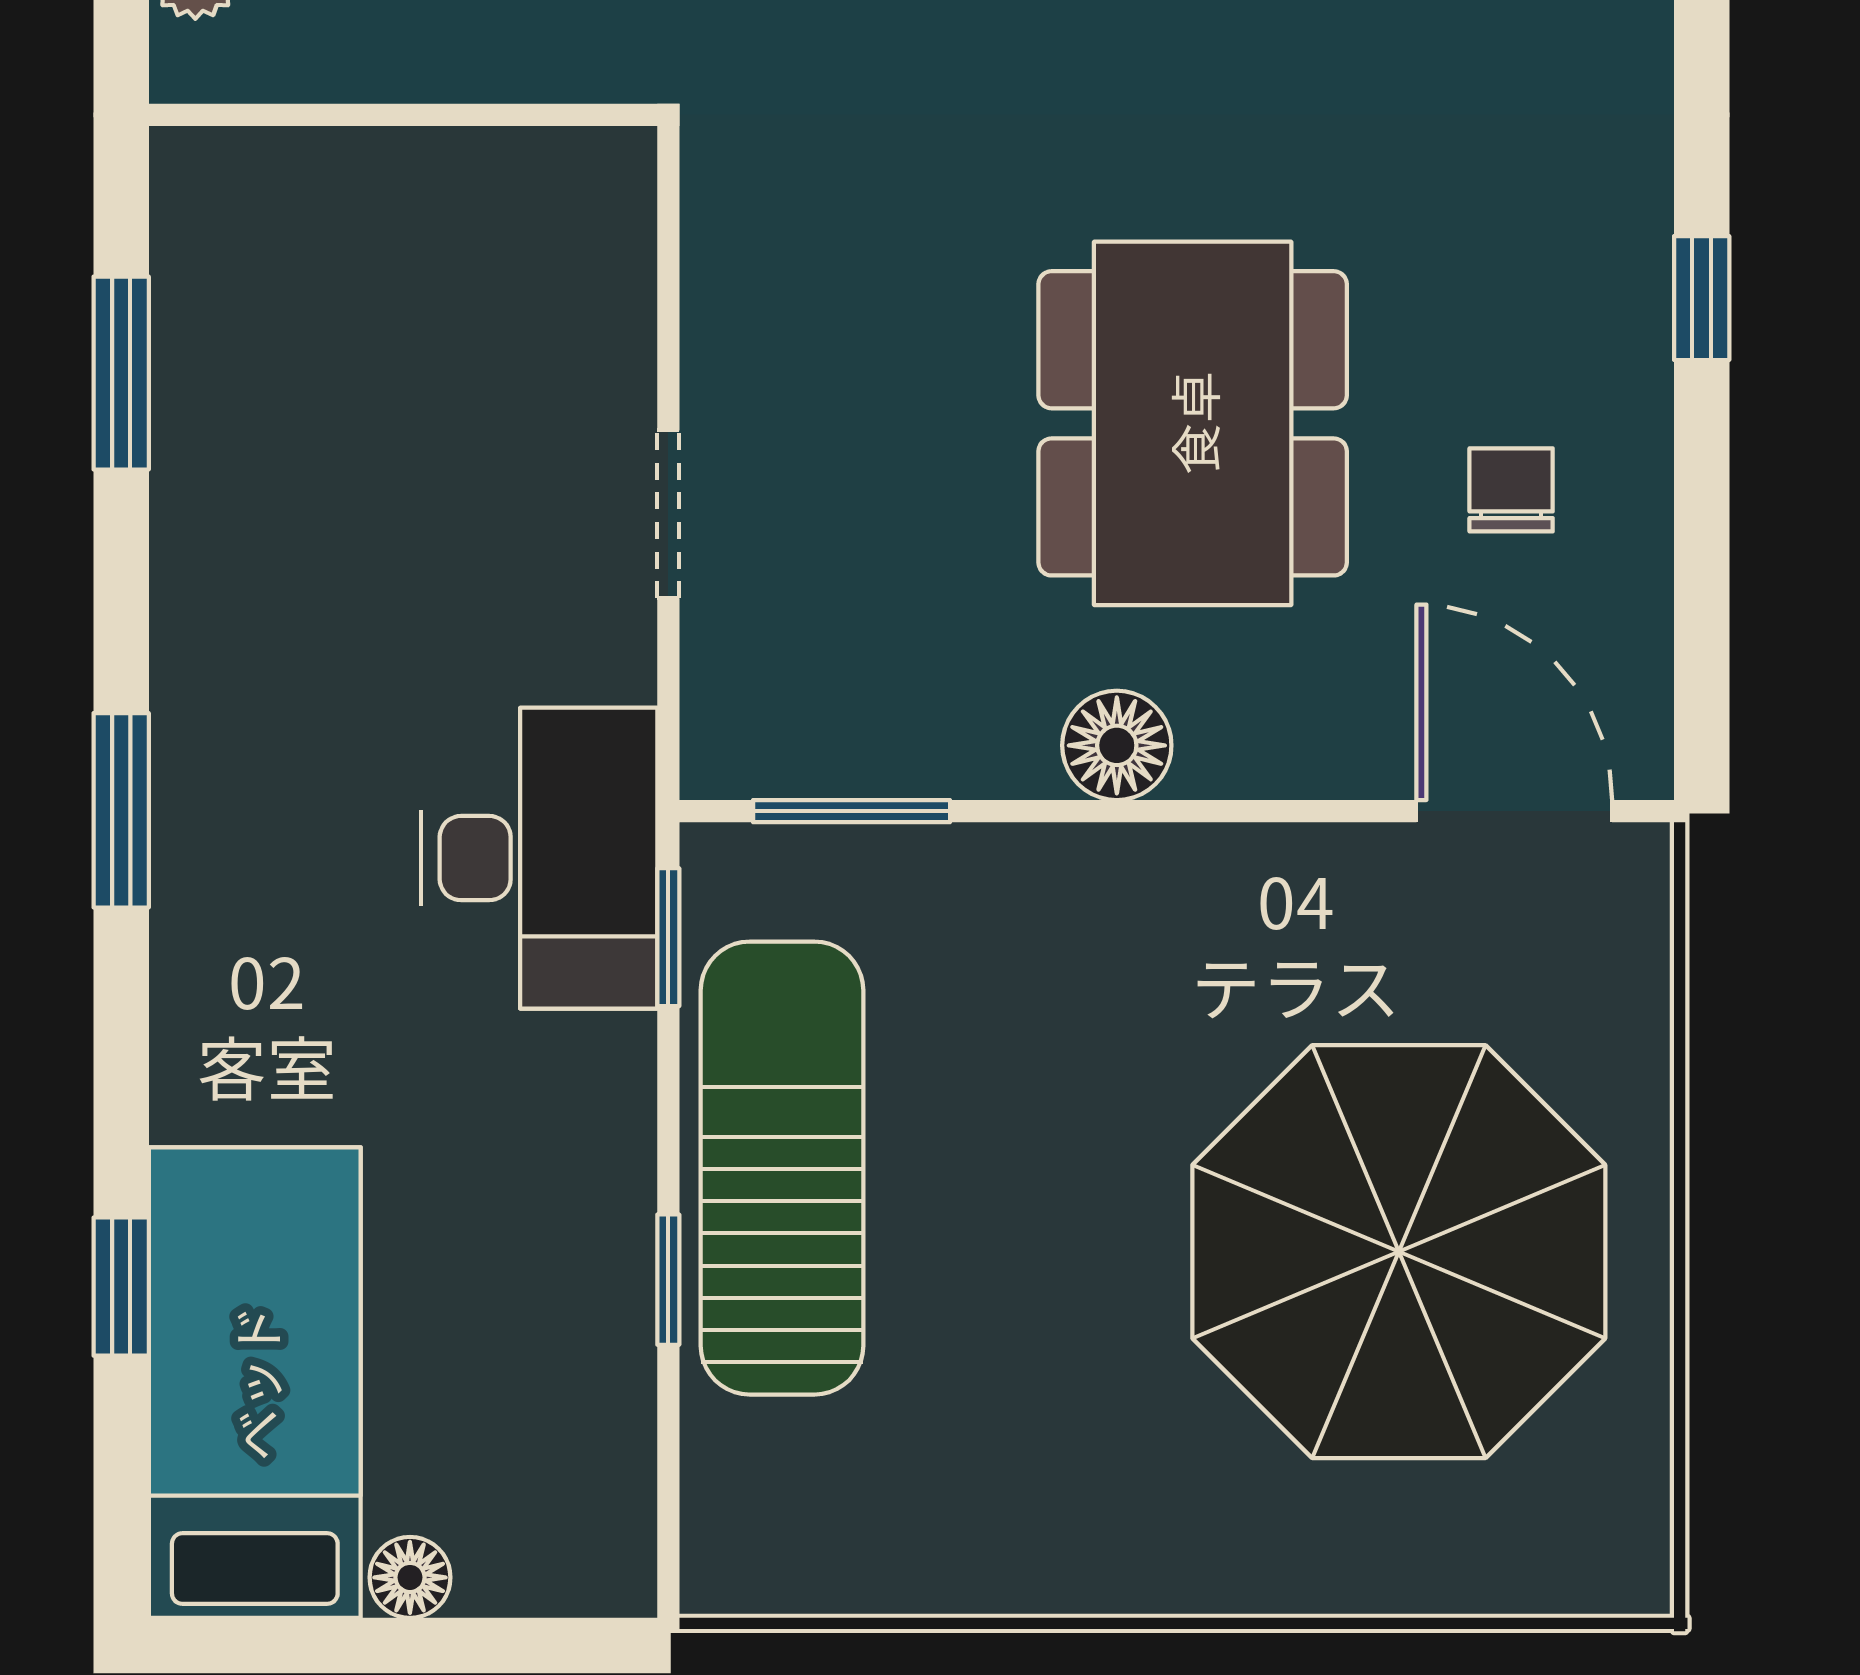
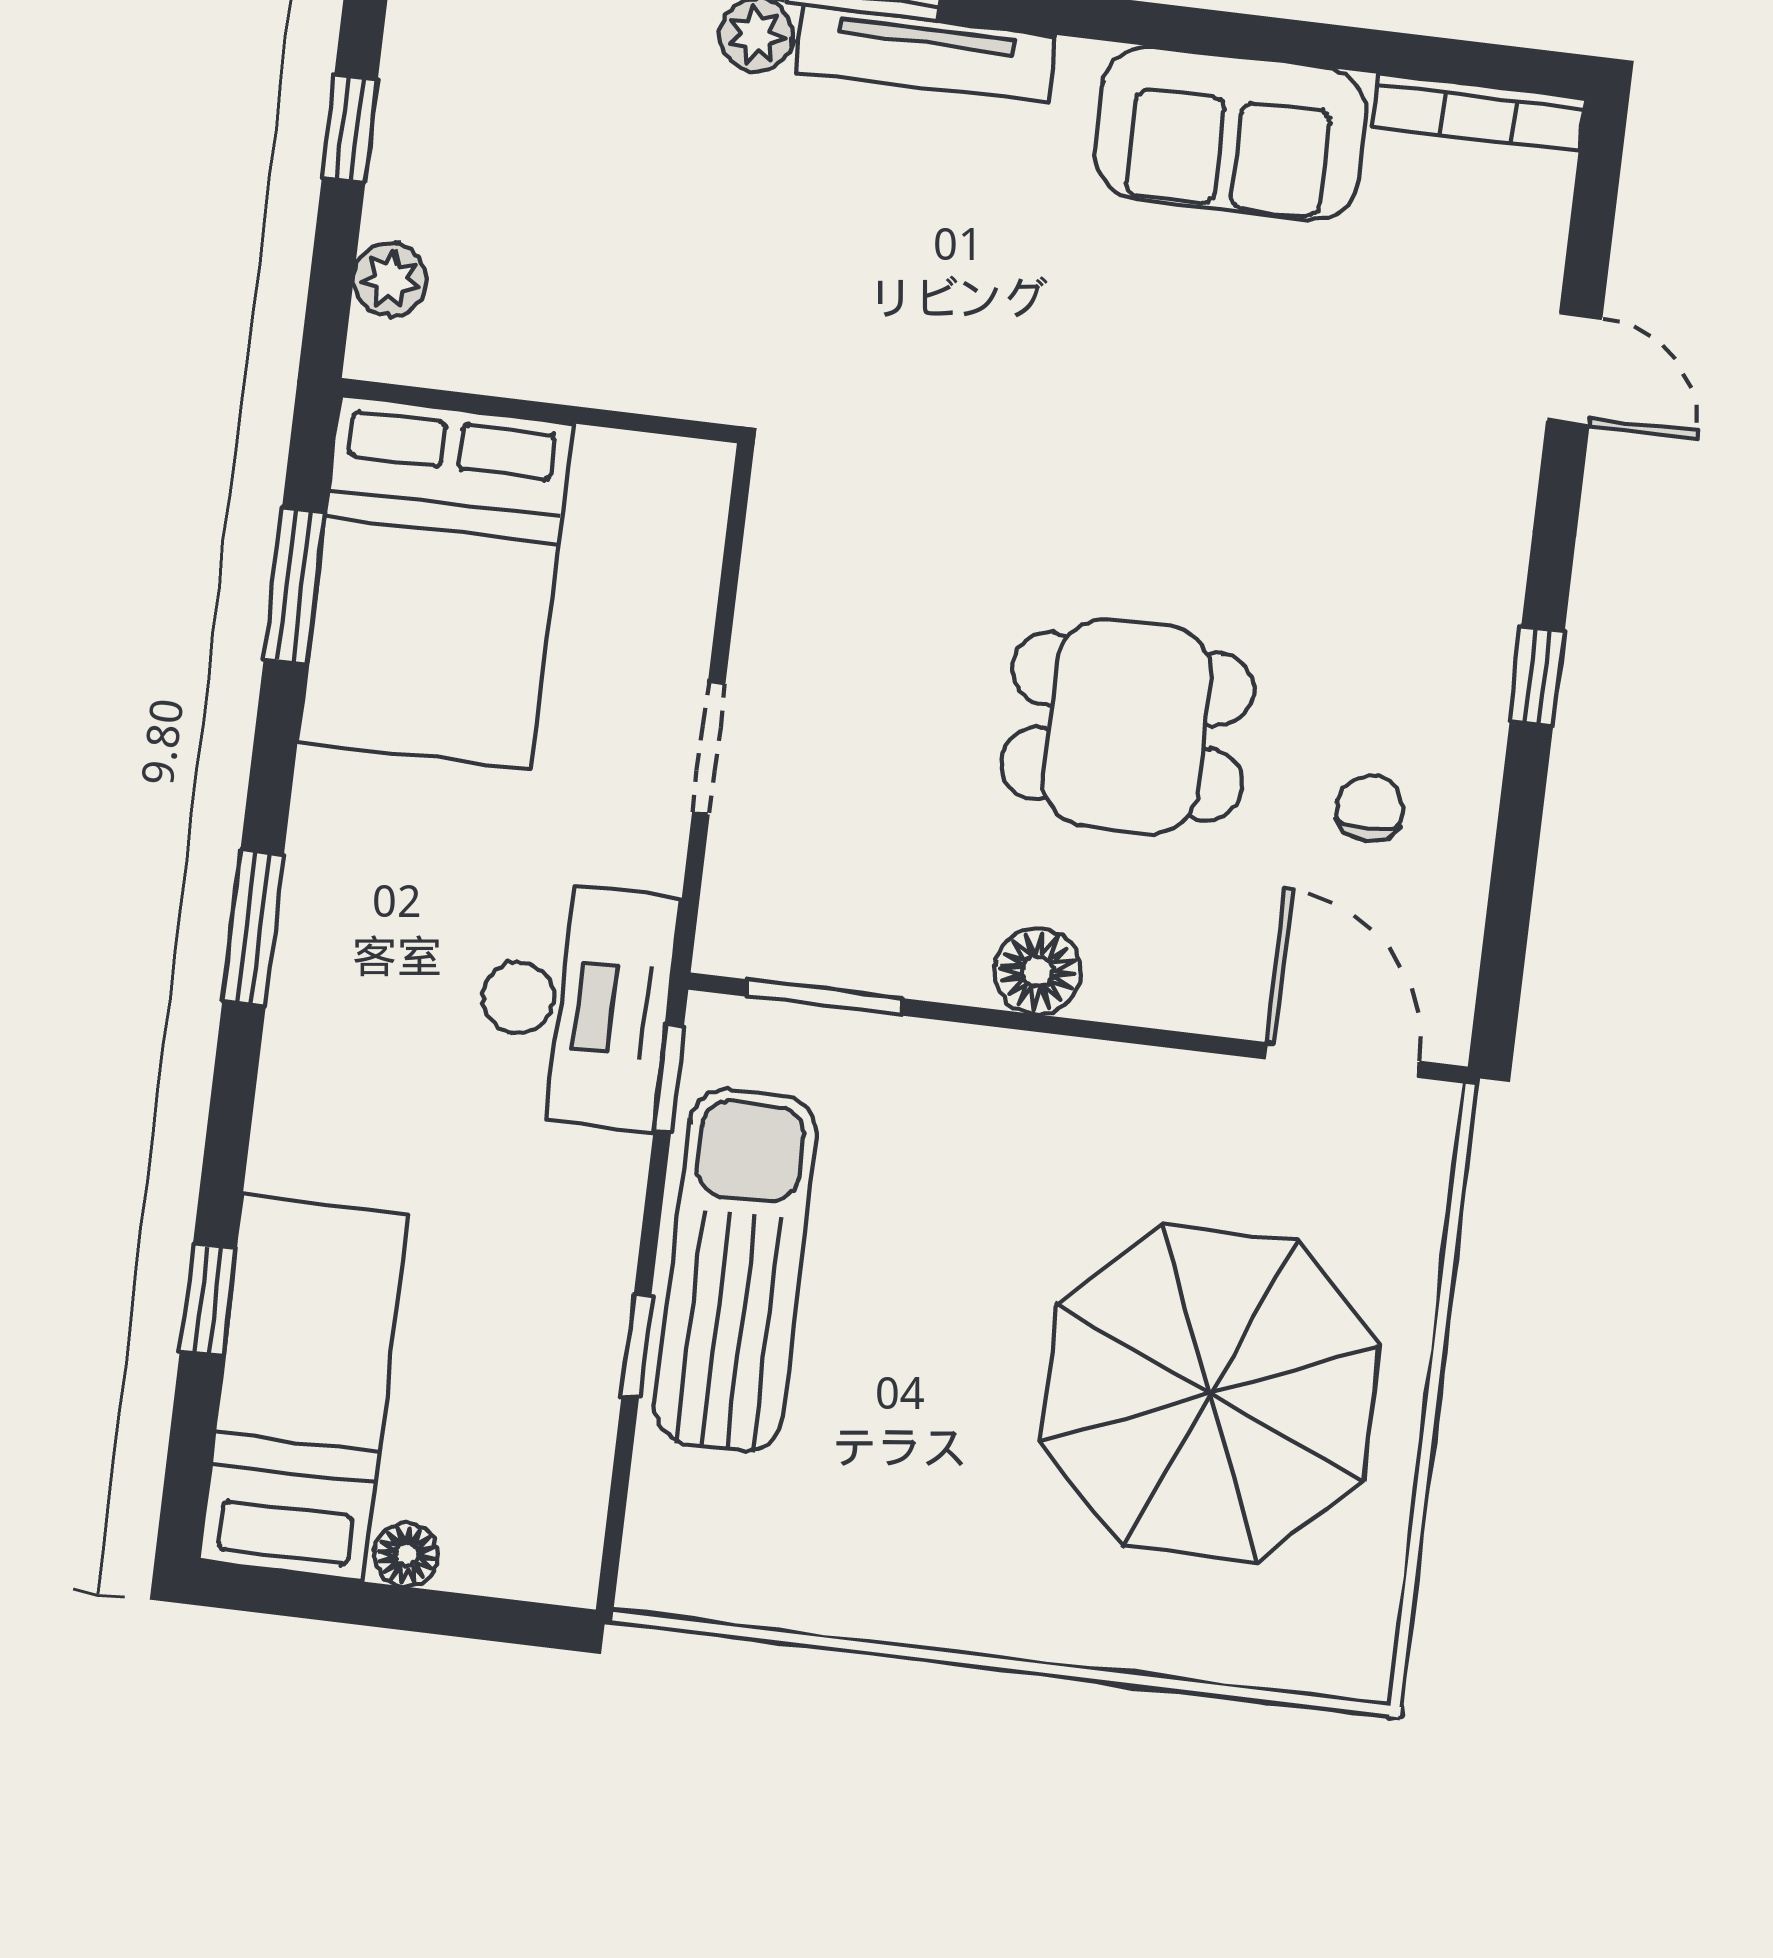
bed: (298, 347) -> (435, 582), added
dining table: (1193, 423) -> (1127, 726), width x0.73

